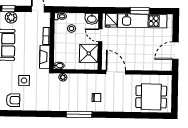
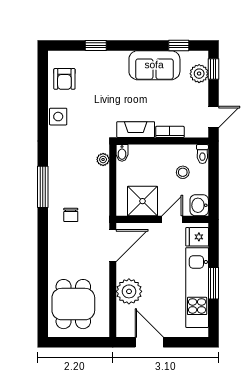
plant: (144, 63) -> (129, 291), added
side table: (24, 81) -> (58, 117), moved

